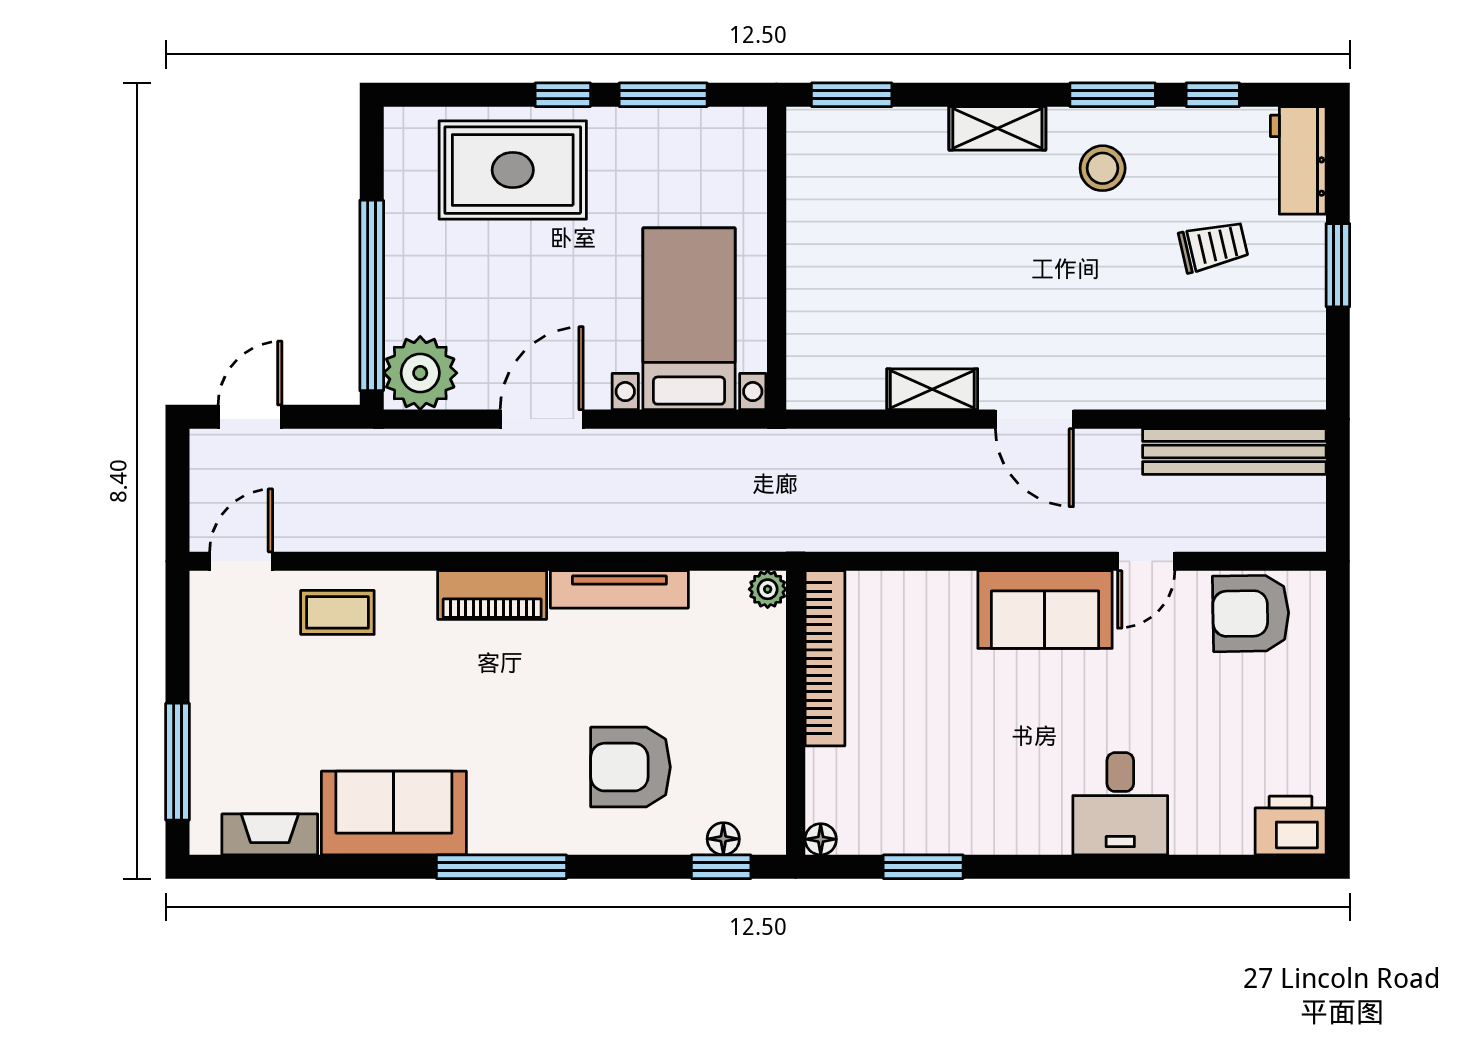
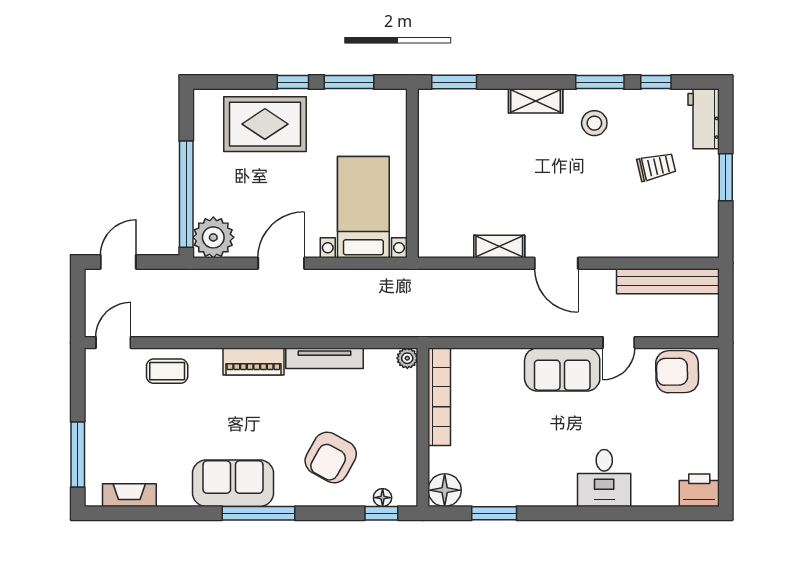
armchair: (630, 767) -> (331, 458), turned -61
sofa: (394, 813) -> (233, 483), moved
floor lamp: (821, 839) -> (445, 490), width x1.89, depth x1.89

